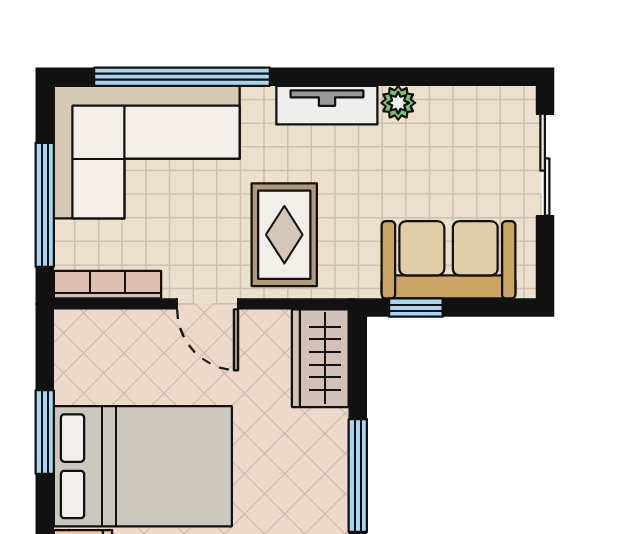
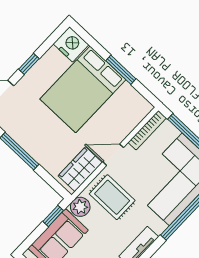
plant: (355, 275) -> (80, 207), added
wardrobe: (320, 358) -> (80, 169), moved, turned -90

